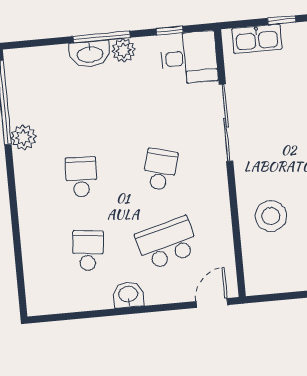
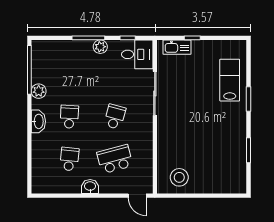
washbasin: (90, 54) -> (38, 121), moved, turned -90
stool: (271, 216) -> (179, 177), moved
door: (212, 303) -> (137, 196), swing flipped

